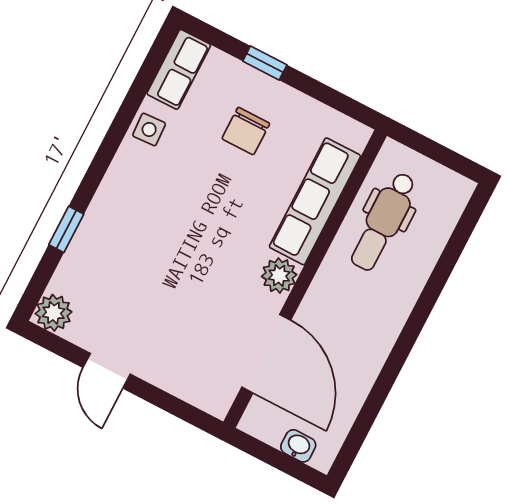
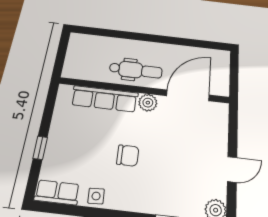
chair: (246, 131) -> (128, 156), moved
dental chair: (383, 221) -> (136, 70), moved
washbasin: (298, 446) -> (224, 67), removed

